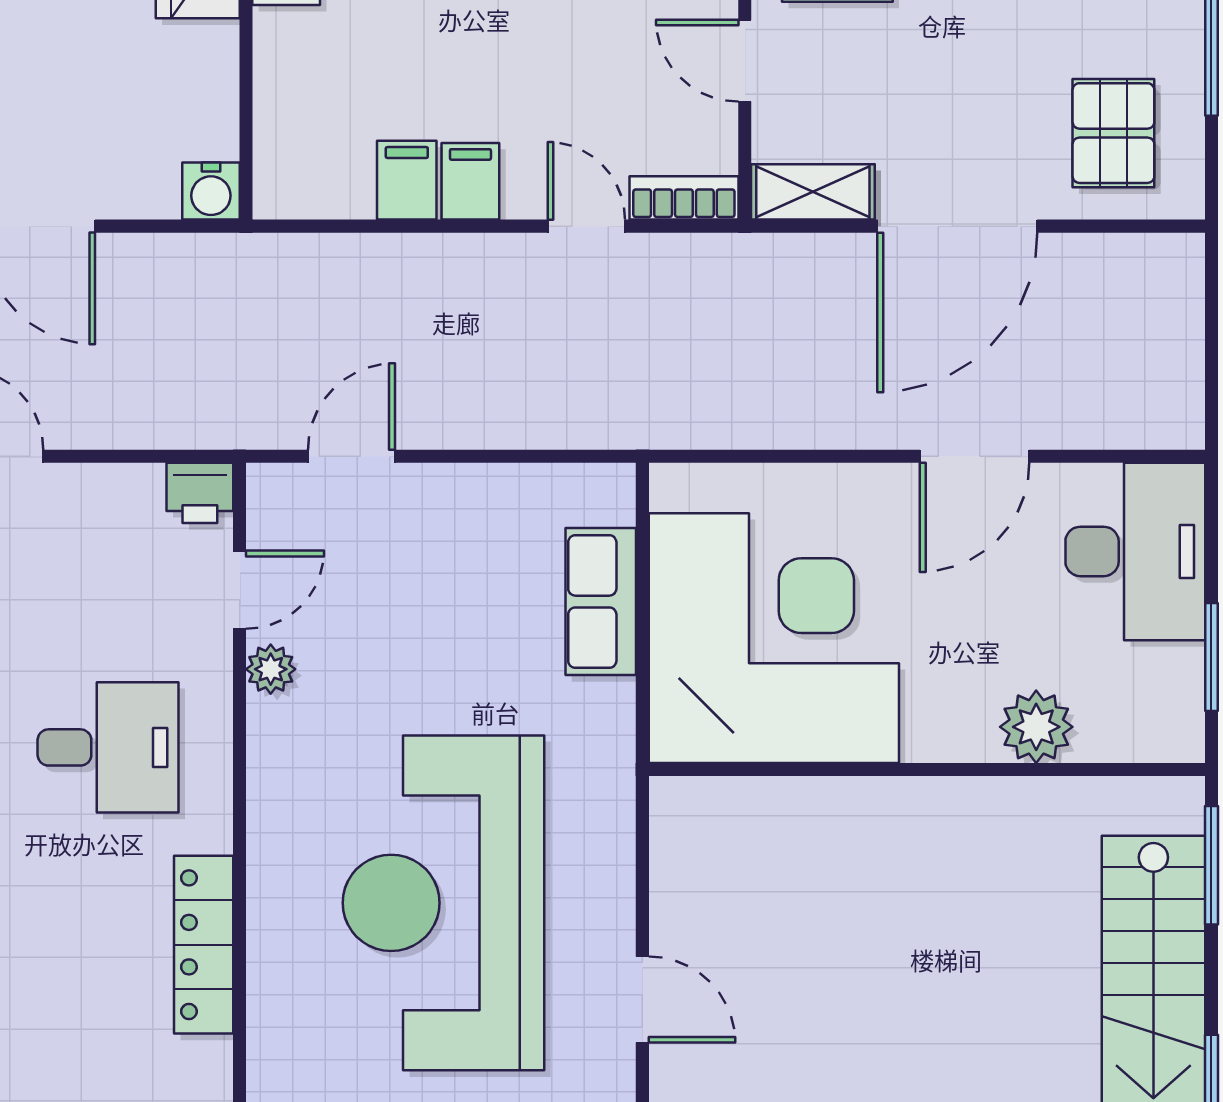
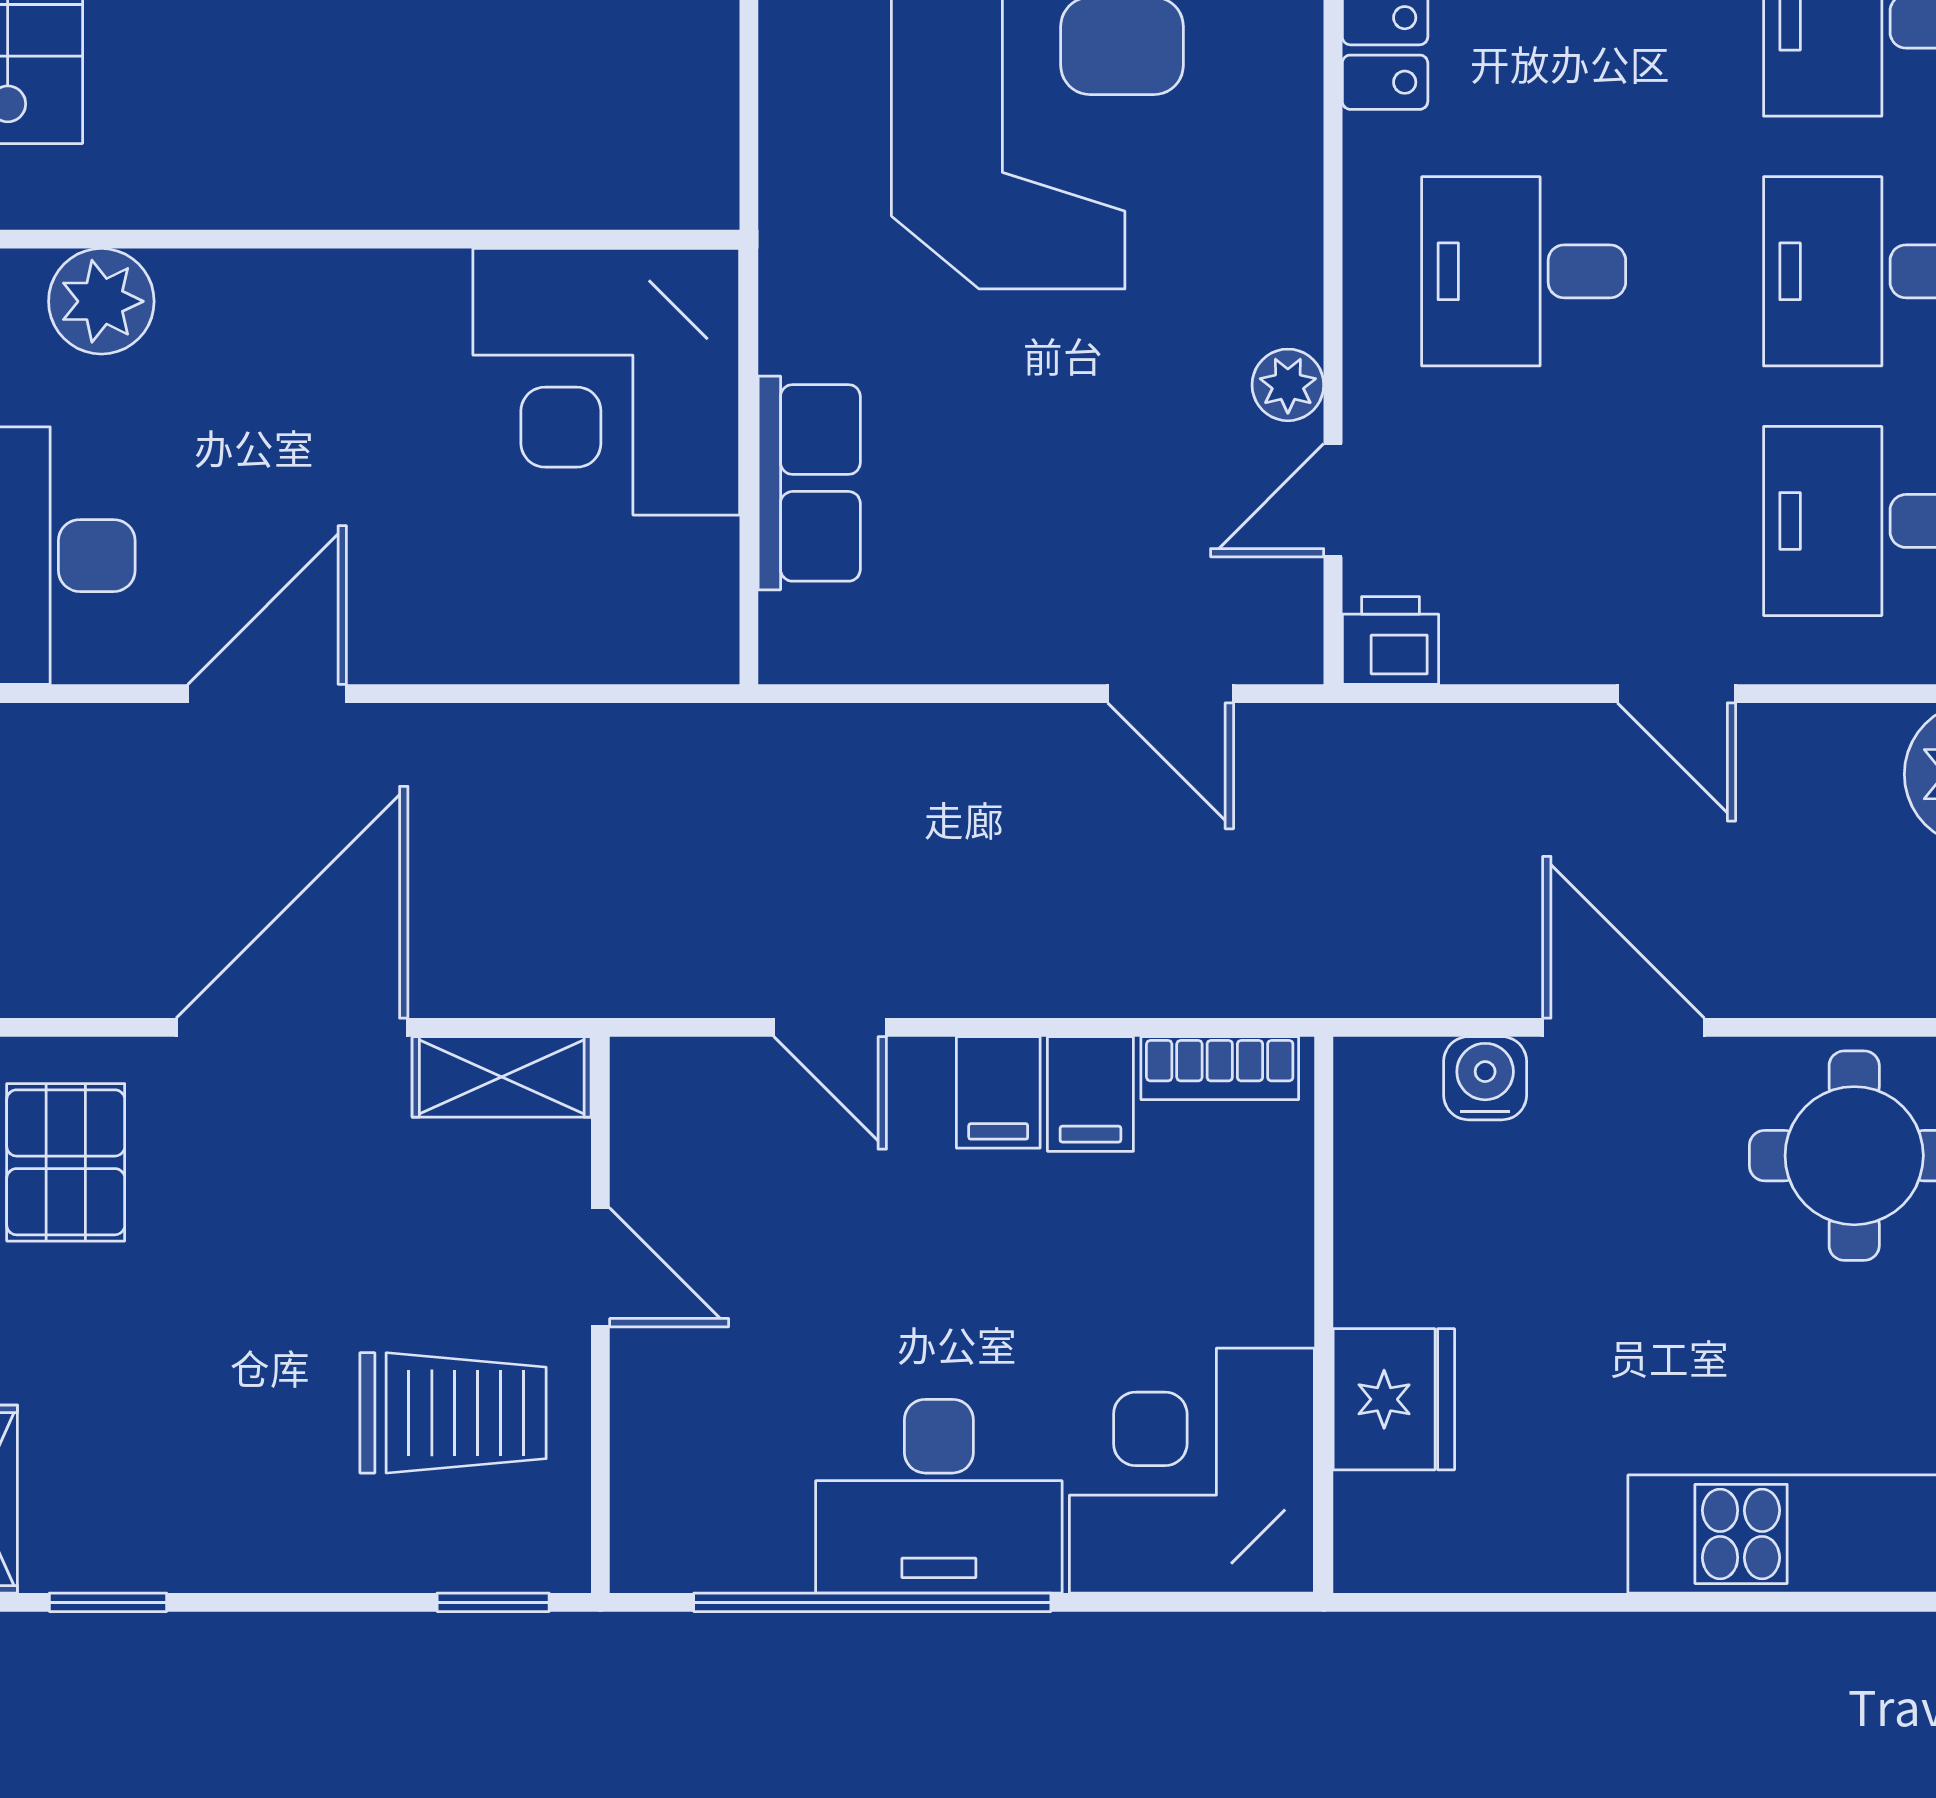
water cooler: (211, 191) -> (1485, 1078), moved
bookcase: (684, 198) -> (1220, 1068), moved
door: (352, 456) -> (1171, 694), hinge flipped
corner desk: (774, 638) -> (606, 382), width x0.74, depth x0.74
plant: (1036, 727) -> (101, 301), moved

